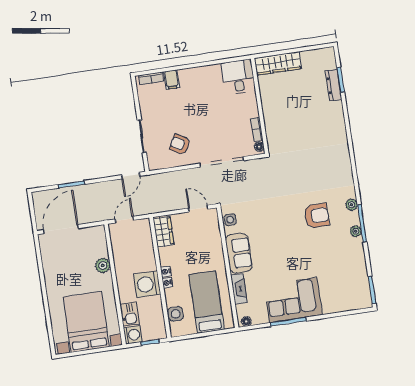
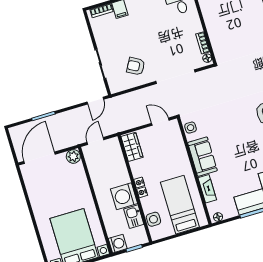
plant: (103, 265) -> (73, 156), moved
kitchen sink: (130, 314) -> (134, 217), moved, turned 180

